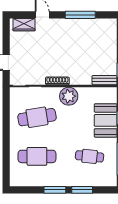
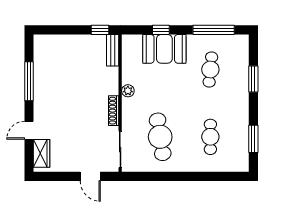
plant: (69, 96) -> (128, 91), width x0.53, depth x0.53
cafe table: (37, 156) -> (210, 137), width x0.73, depth x0.74
window: (55, 190) -> (253, 139), moved

